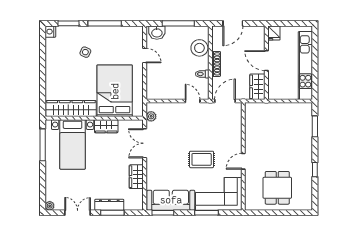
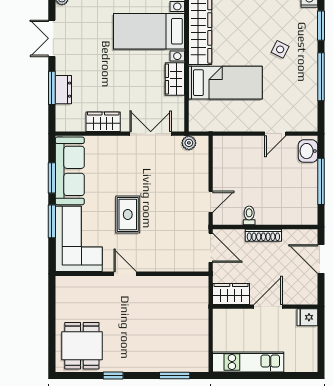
stool: (199, 48) -> (286, 211), removed
kitchen unit: (305, 65) -> (248, 362), width x0.73
bed: (115, 91) -> (225, 83), width x0.67
dining table: (277, 188) -> (82, 346), moved, turned 90
dresser: (109, 205) -> (63, 90), width x0.70
double door: (78, 213) -> (52, 38), swing flipped
window: (163, 213) -> (52, 178), moved

